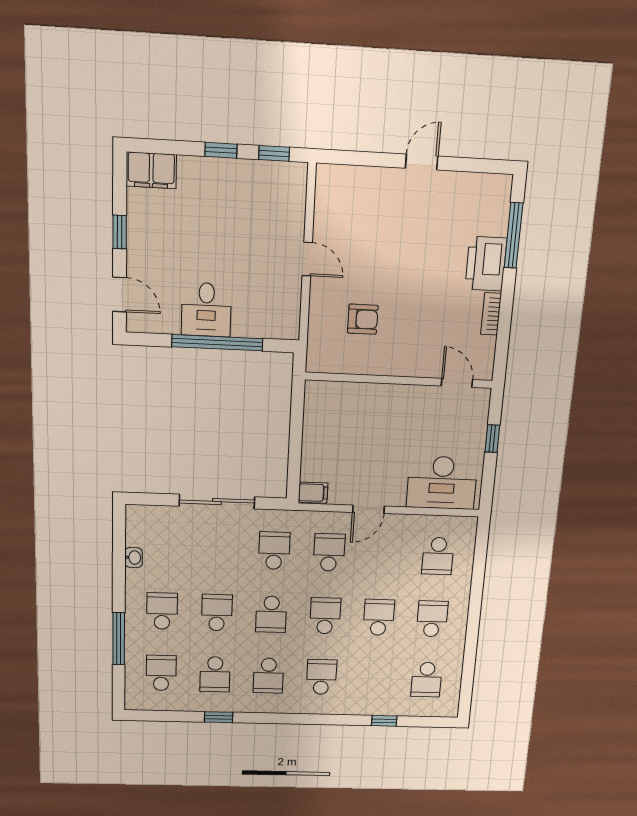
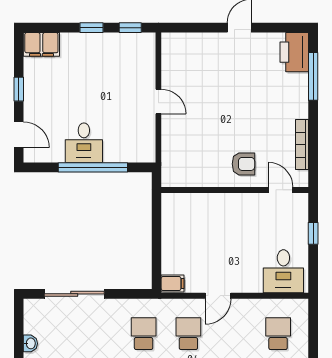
printer: (486, 264) -> (294, 52), moved
bookcase: (491, 314) -> (302, 145), width x1.56
armchair: (363, 319) -> (243, 164), moved
desk: (442, 483) -> (283, 271), width x0.73
sliding door: (217, 502) -> (74, 294), moved
school desk: (438, 556) -> (278, 334), turned 180

